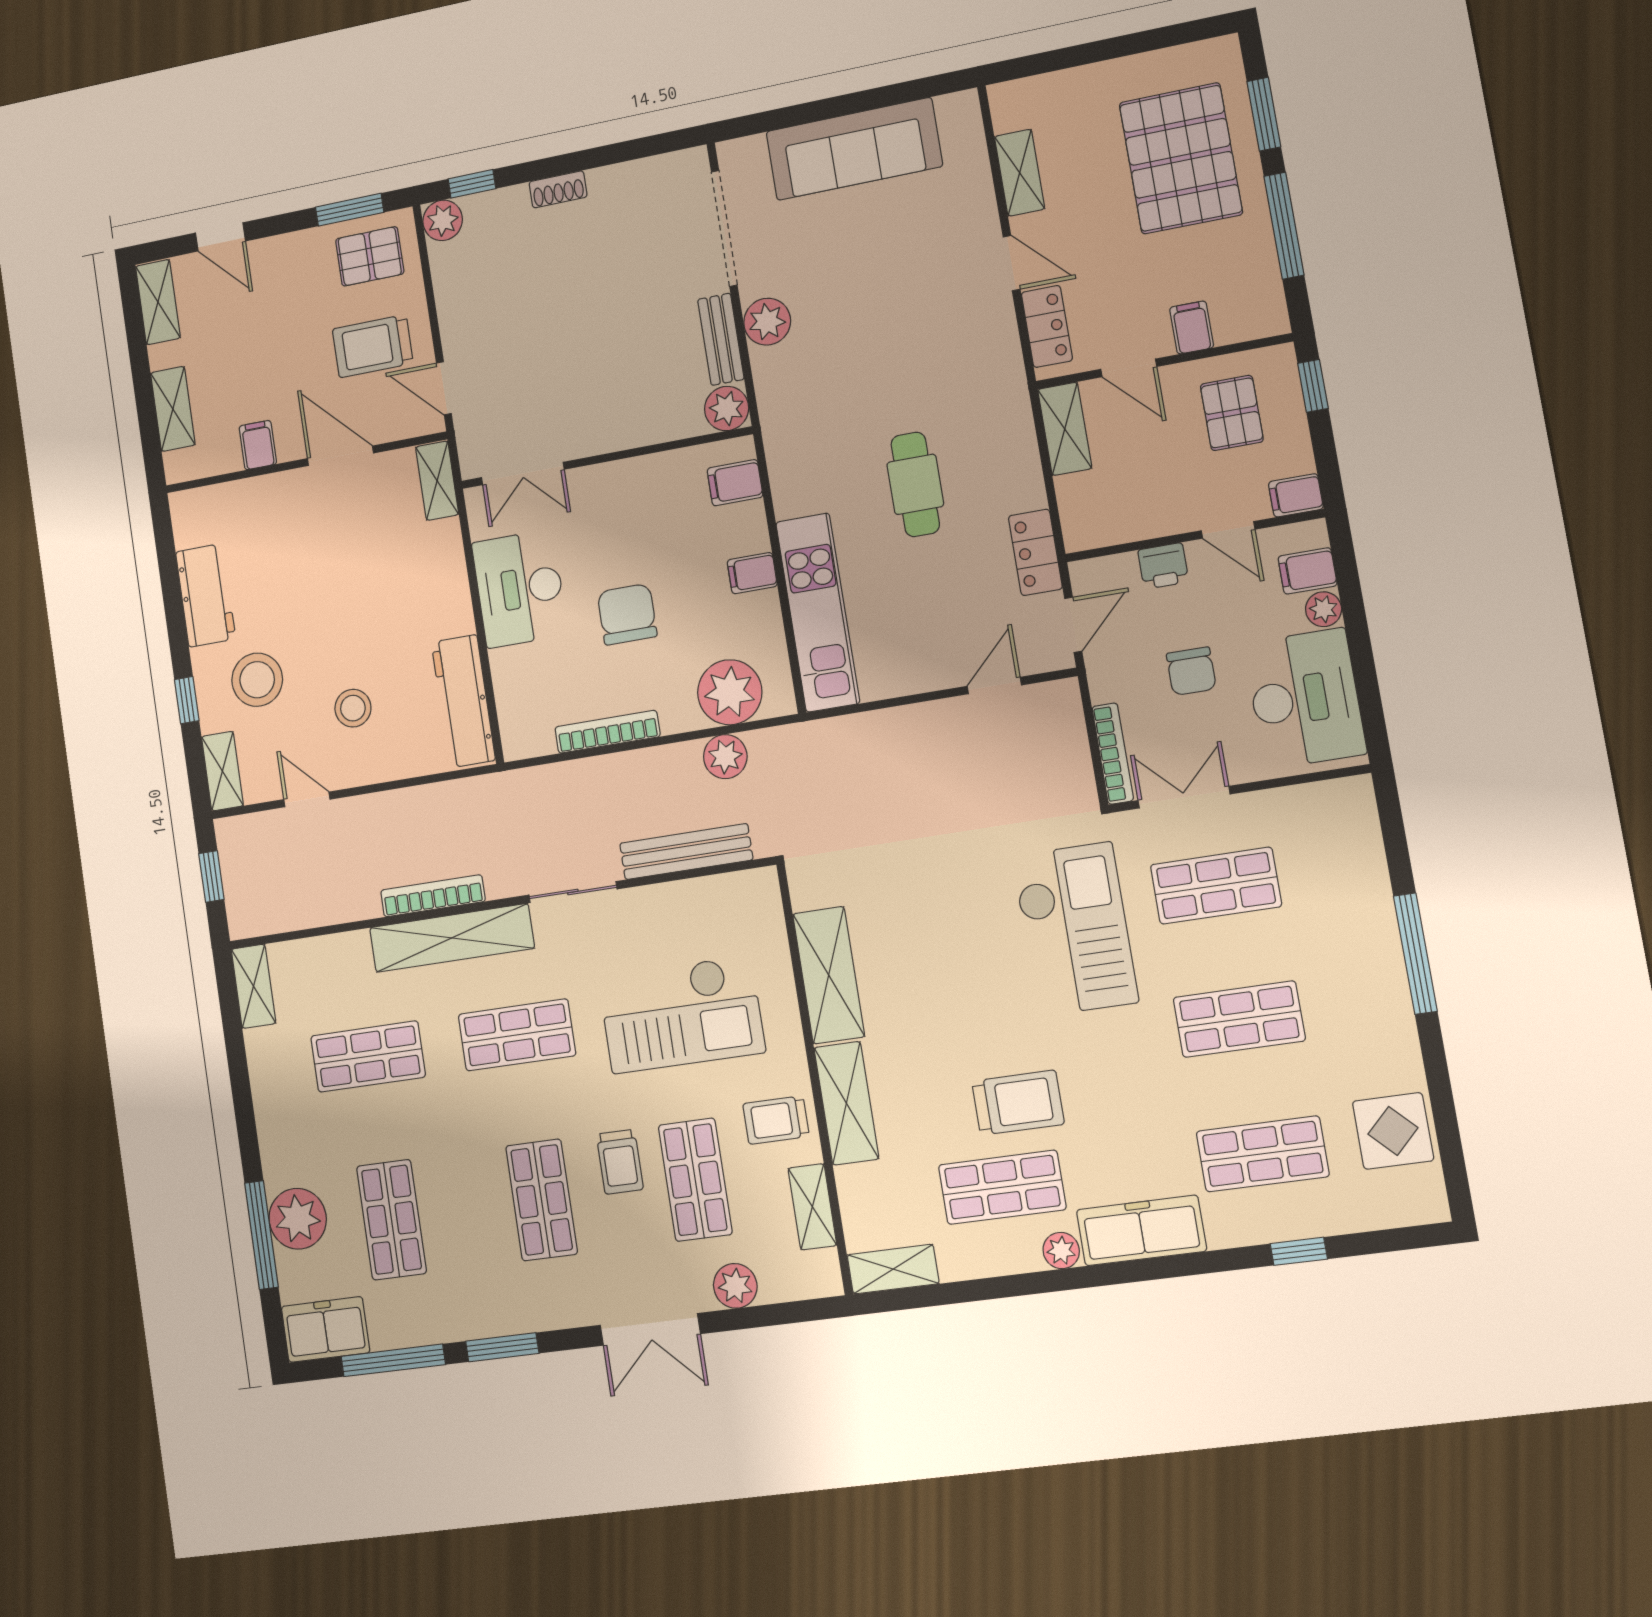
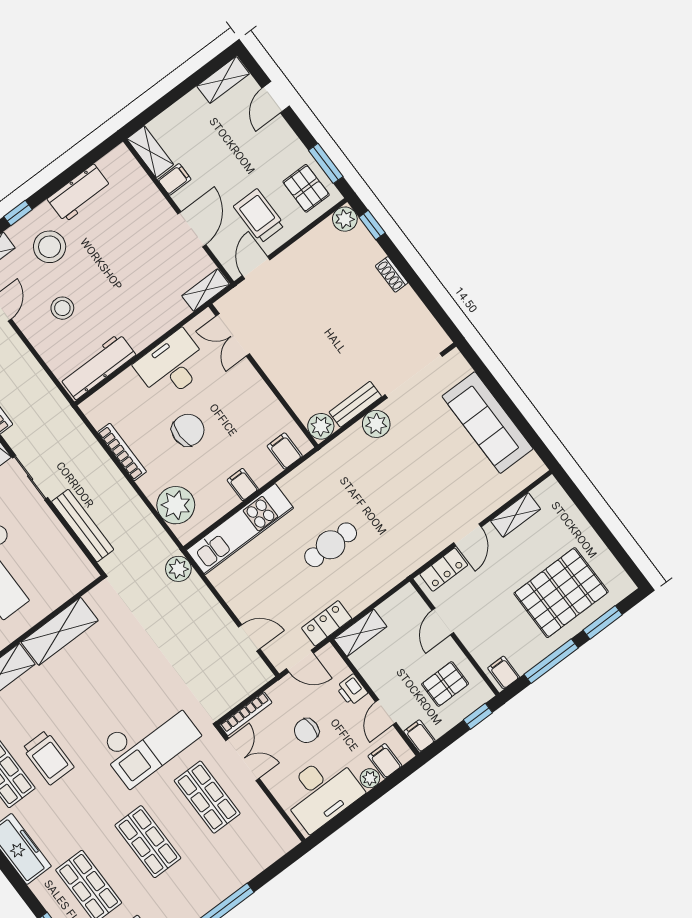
filing cabinet: (1192, 327) -> (504, 673), moved, turned -90
shelving: (173, 409) -> (150, 152), moved, turned 90
shelving: (1065, 429) -> (360, 633), moved
plant: (725, 757) -> (178, 569), moved

